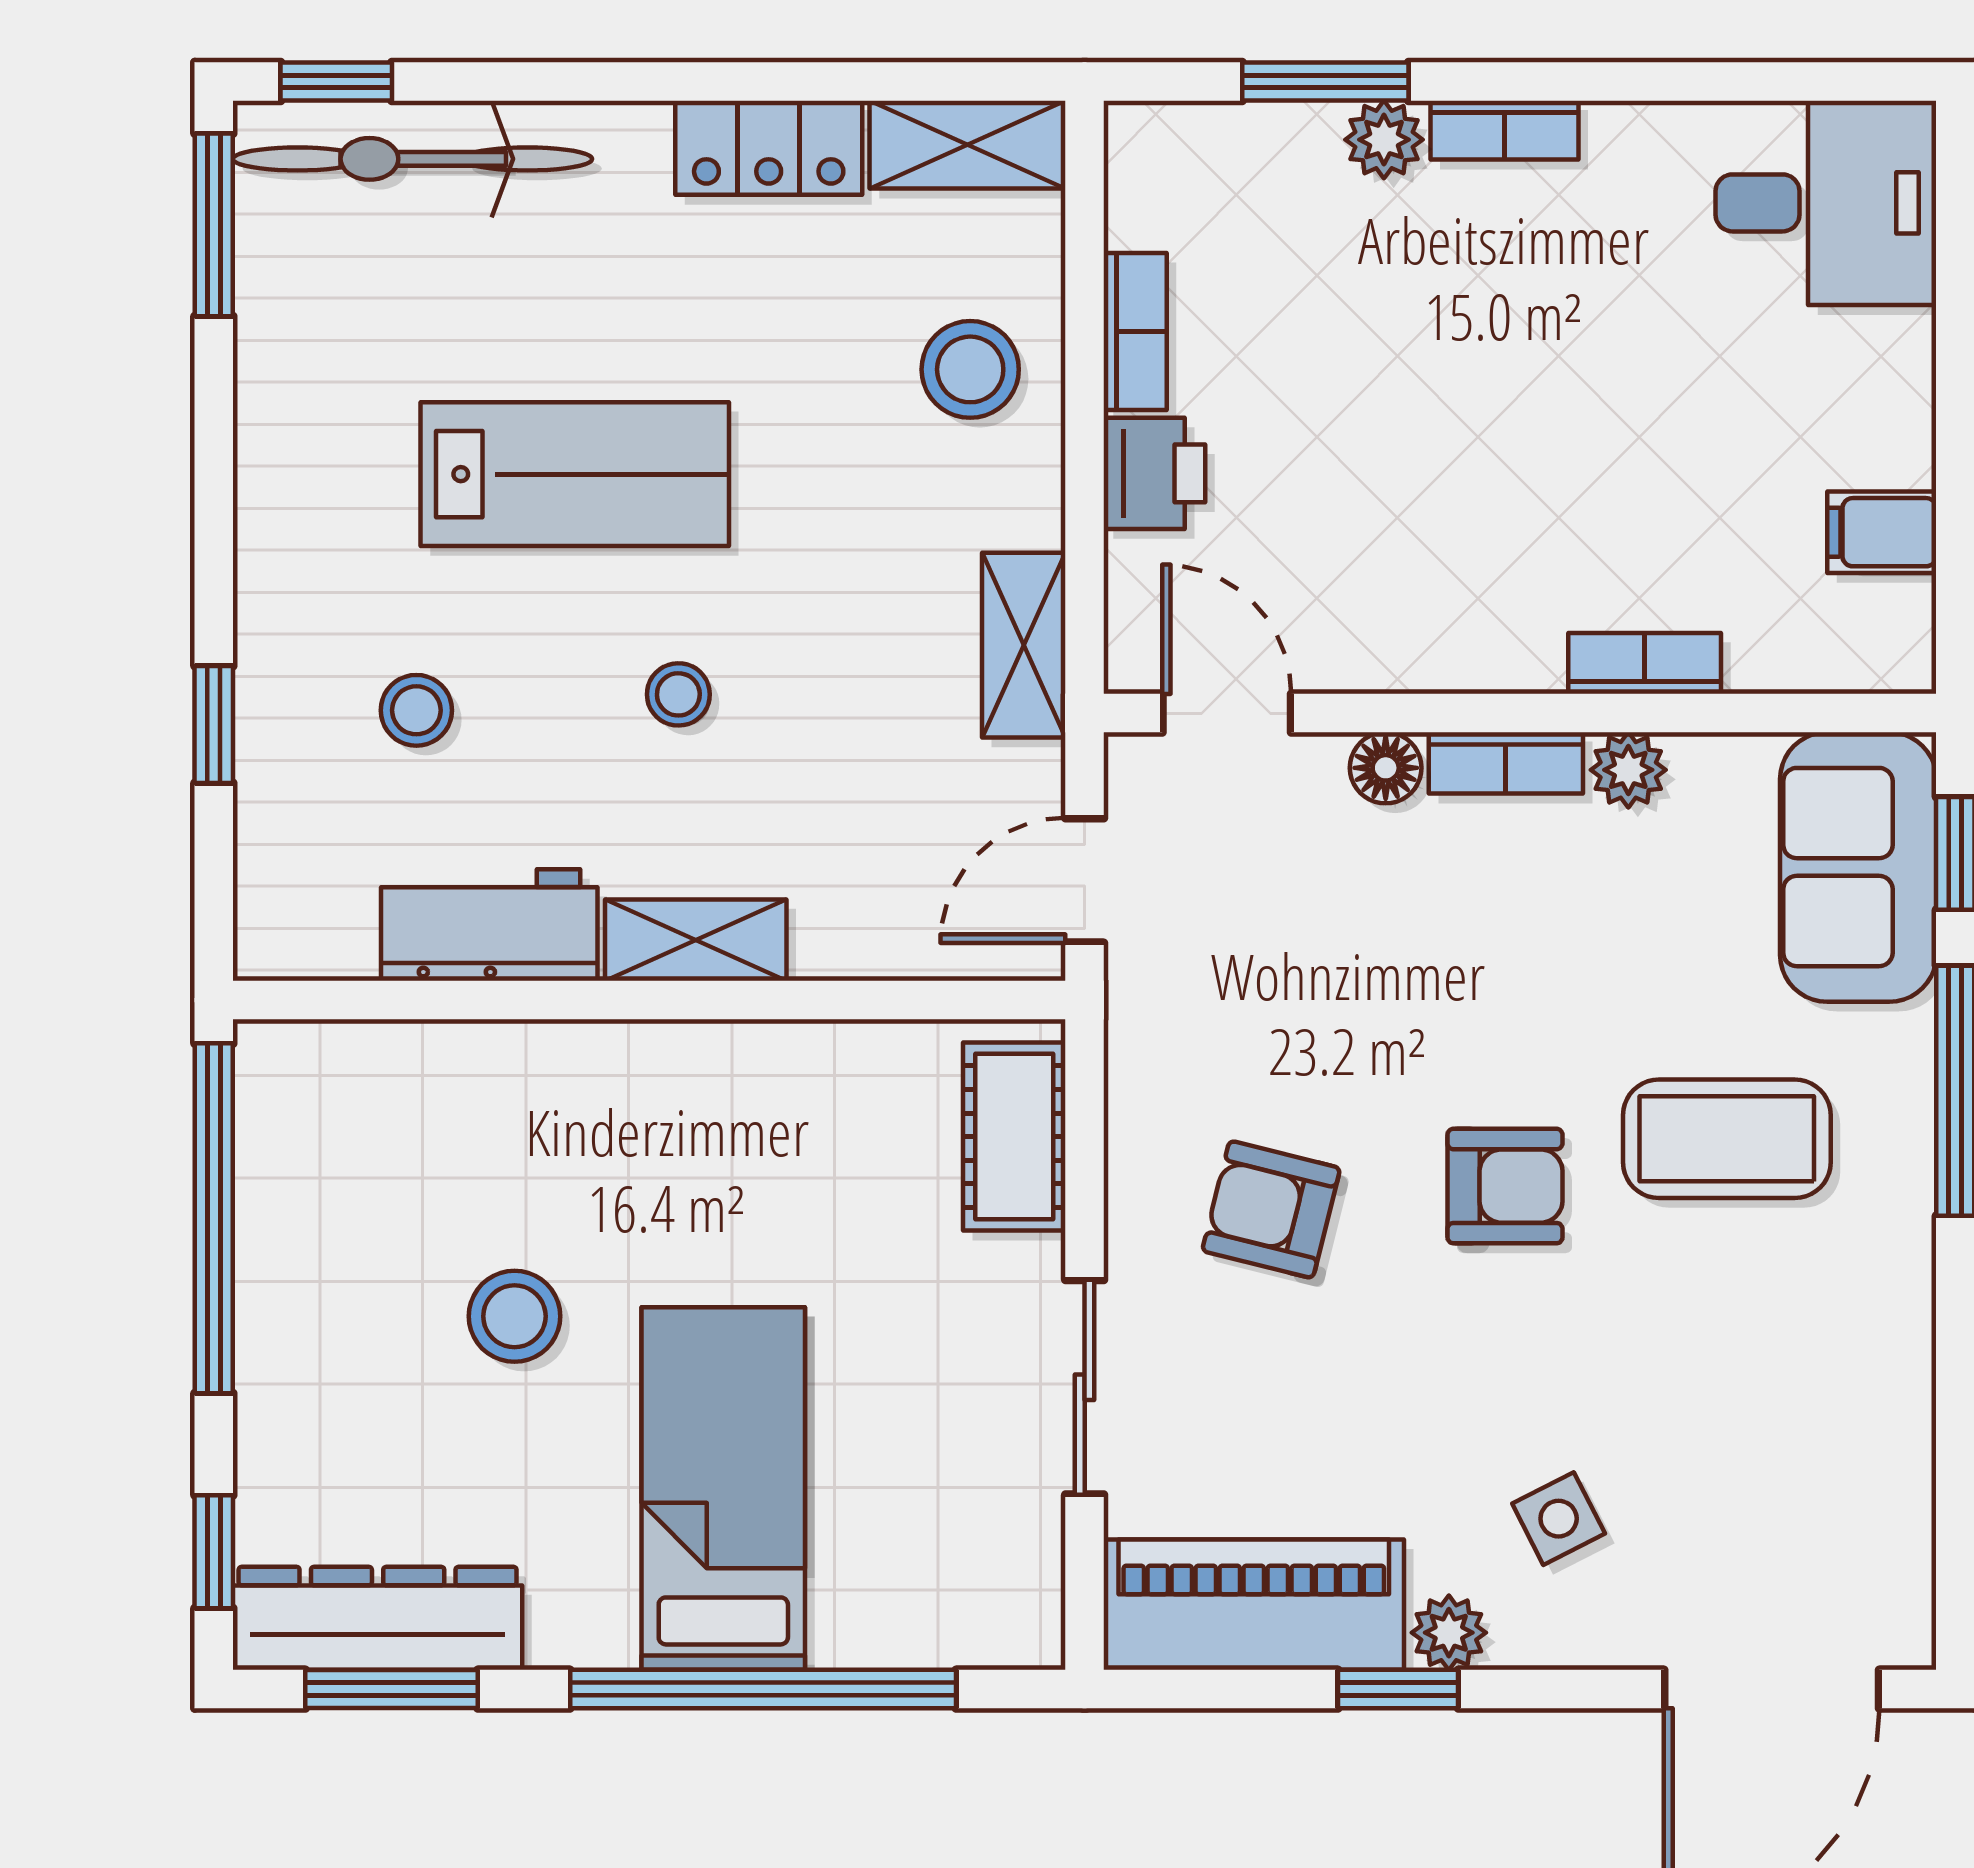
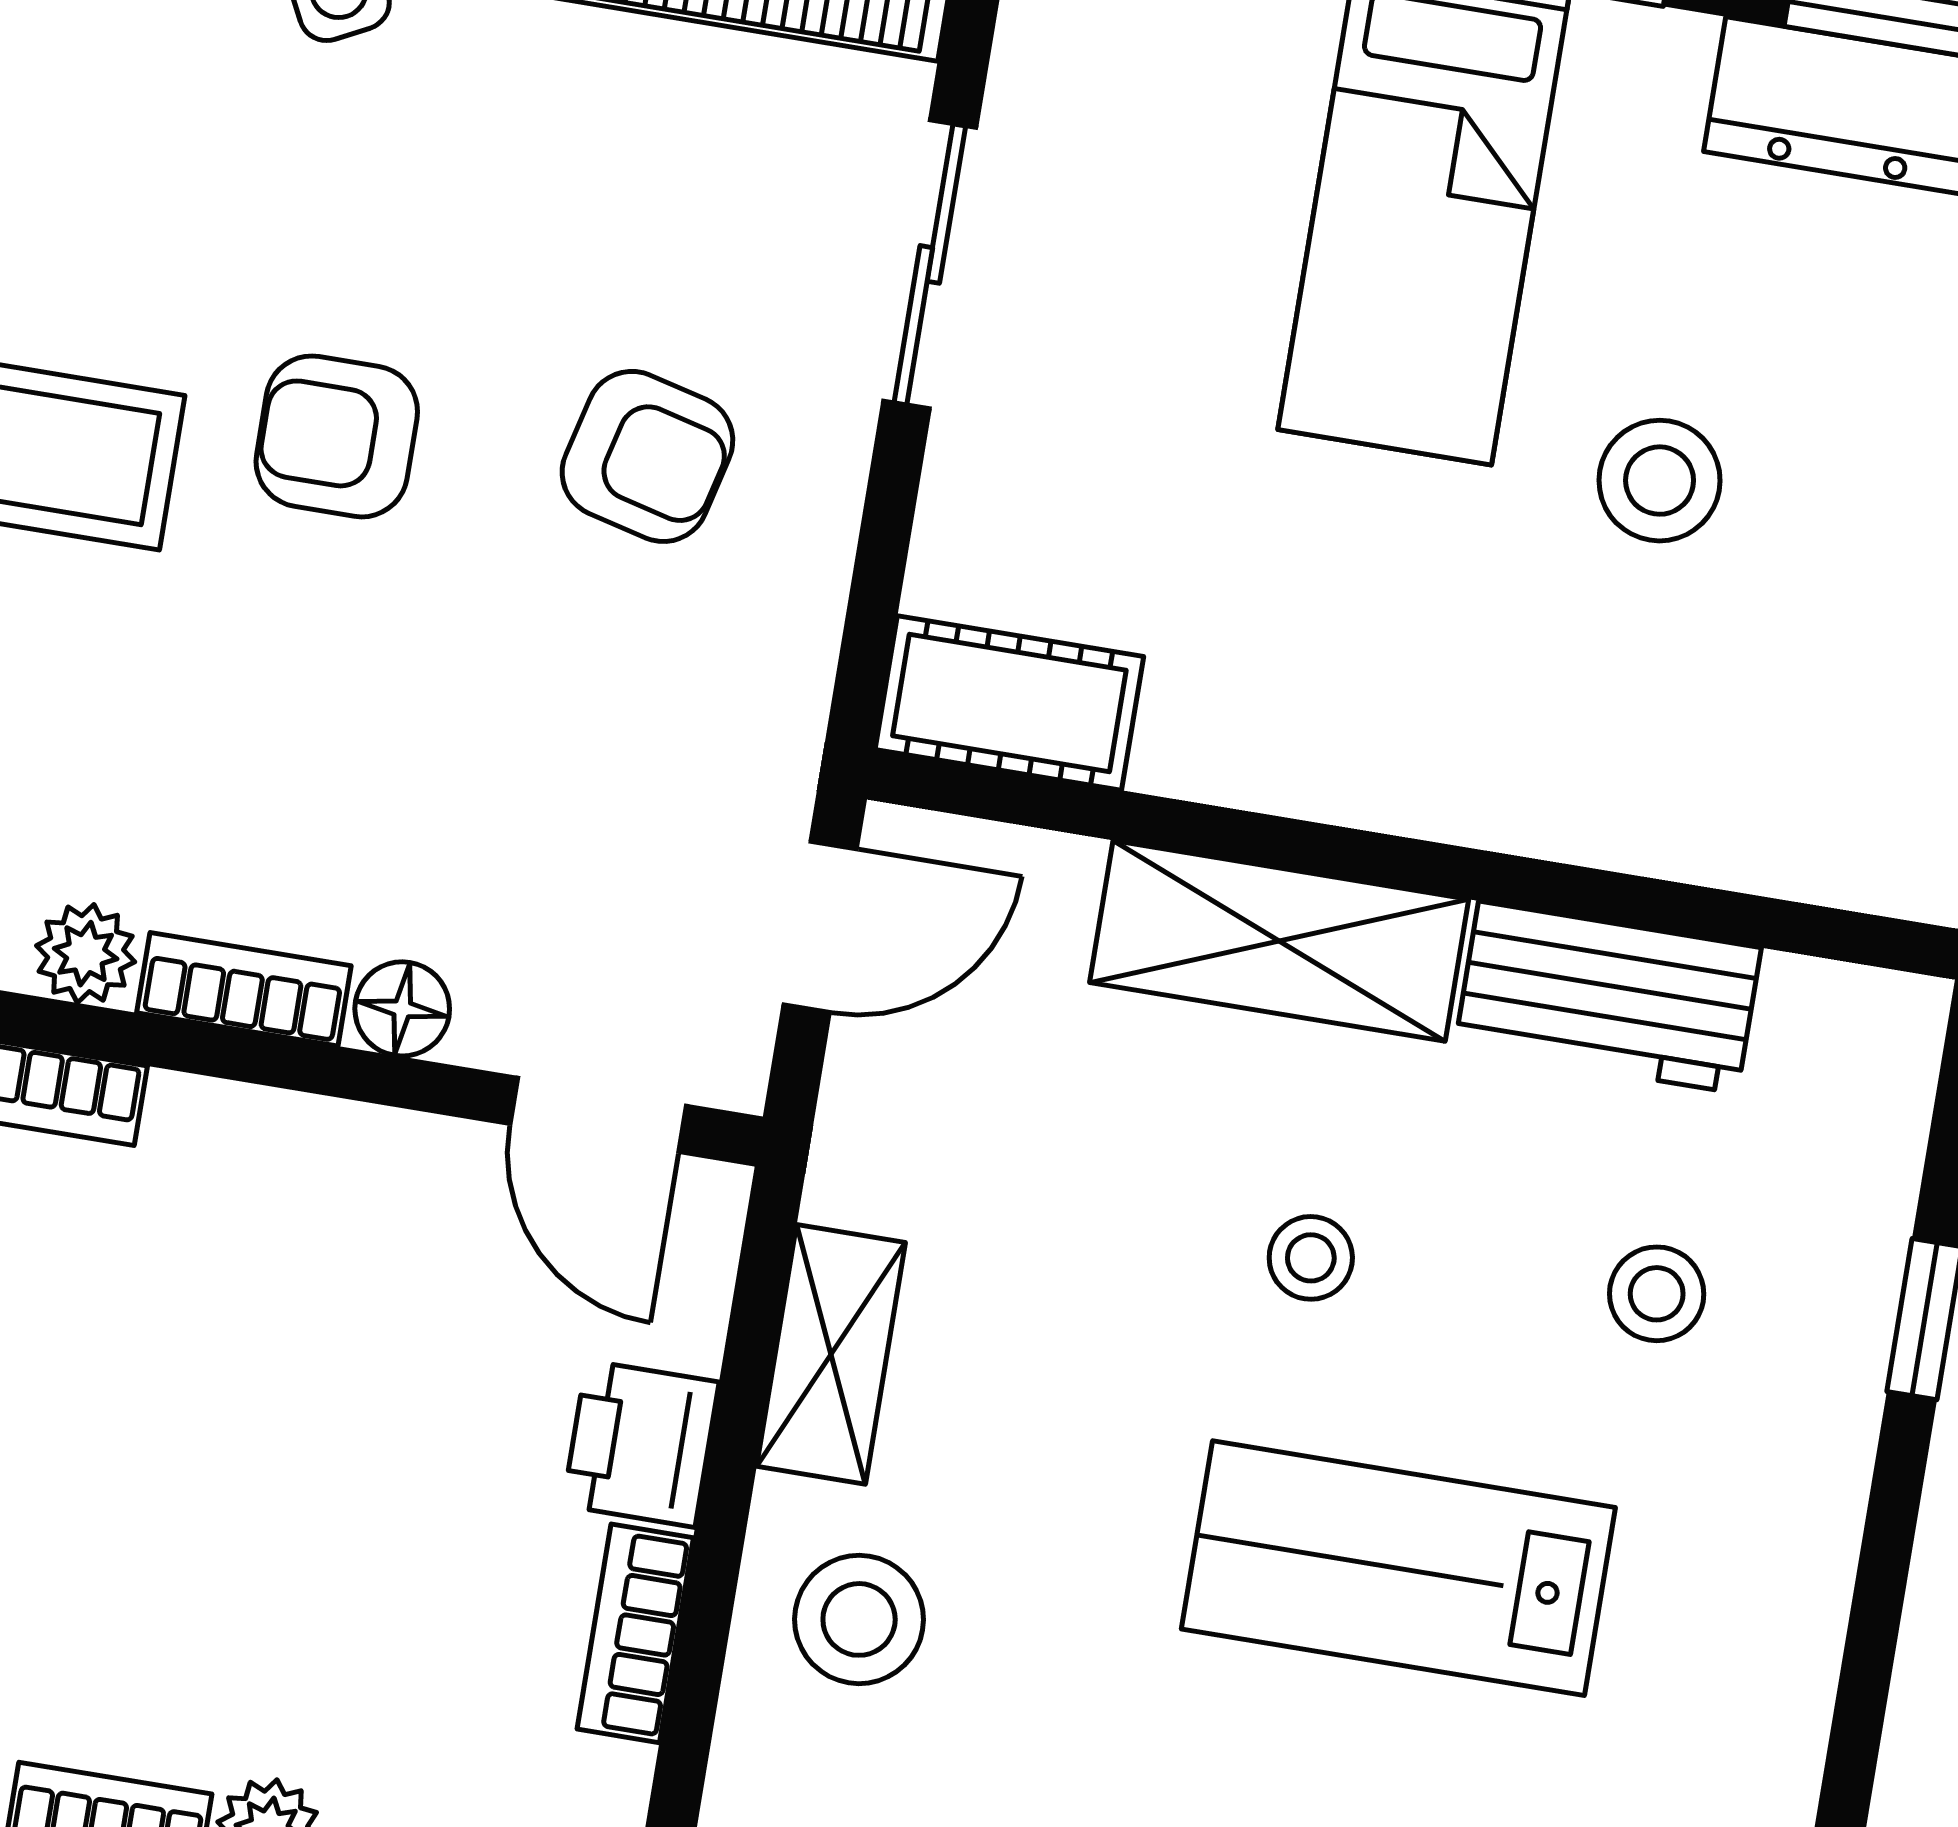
shelving: (1024, 645) -> (831, 1354), moved
shelving: (696, 940) -> (1279, 941), width x1.50, depth x1.33
cot: (1014, 1137) -> (1009, 703), moved, turned 90

